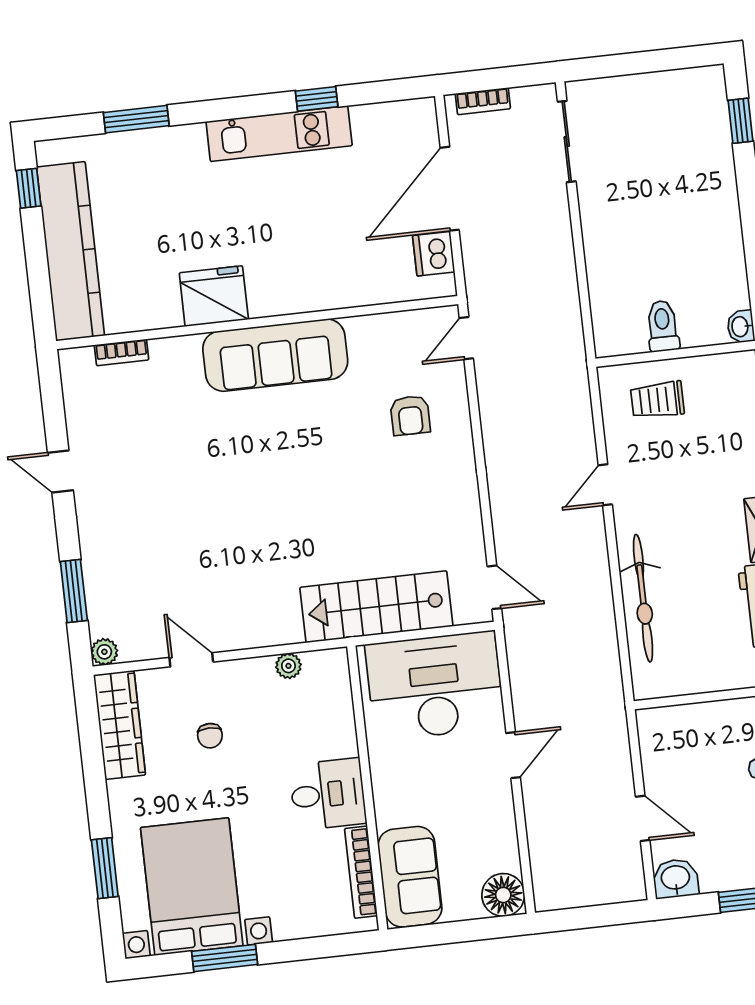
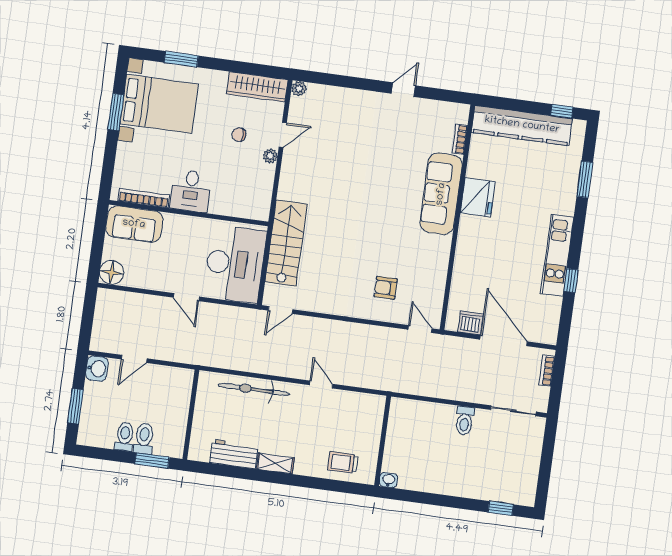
toilet: (663, 326) -> (465, 421), moved, turned 90
sofa: (275, 355) -> (441, 194), moved
trolley: (657, 400) -> (343, 462), moved, turned -90
window: (74, 591) -> (336, 80), removed
plant: (288, 666) -> (270, 156), moved

